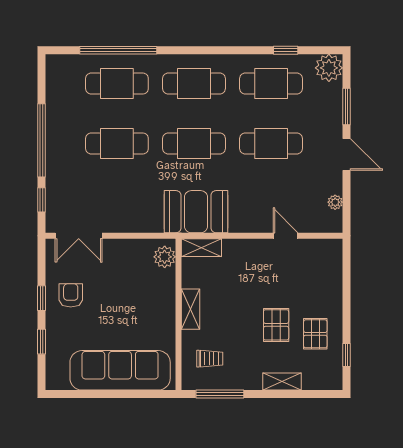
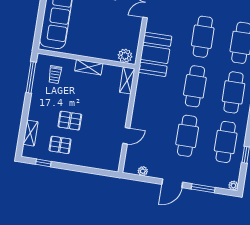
plant: (329, 68) -> (233, 186), width x0.53, depth x0.53
booth: (196, 212) -> (155, 54), moved
shelving: (282, 382) -> (30, 133), moved

